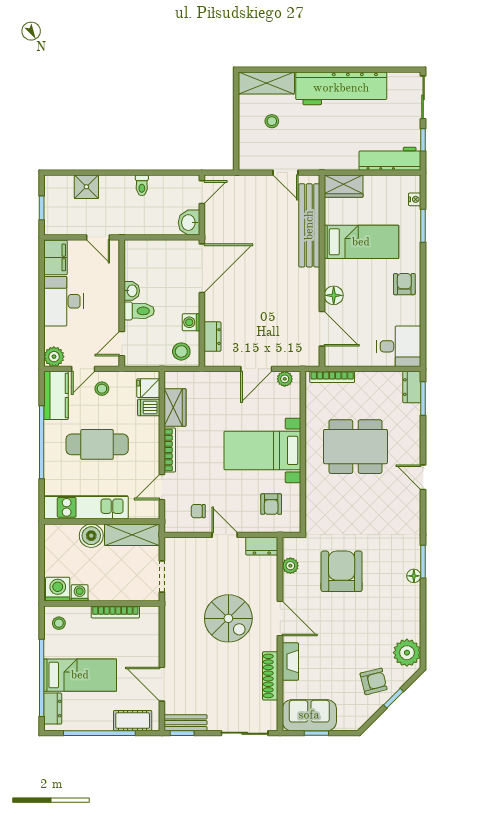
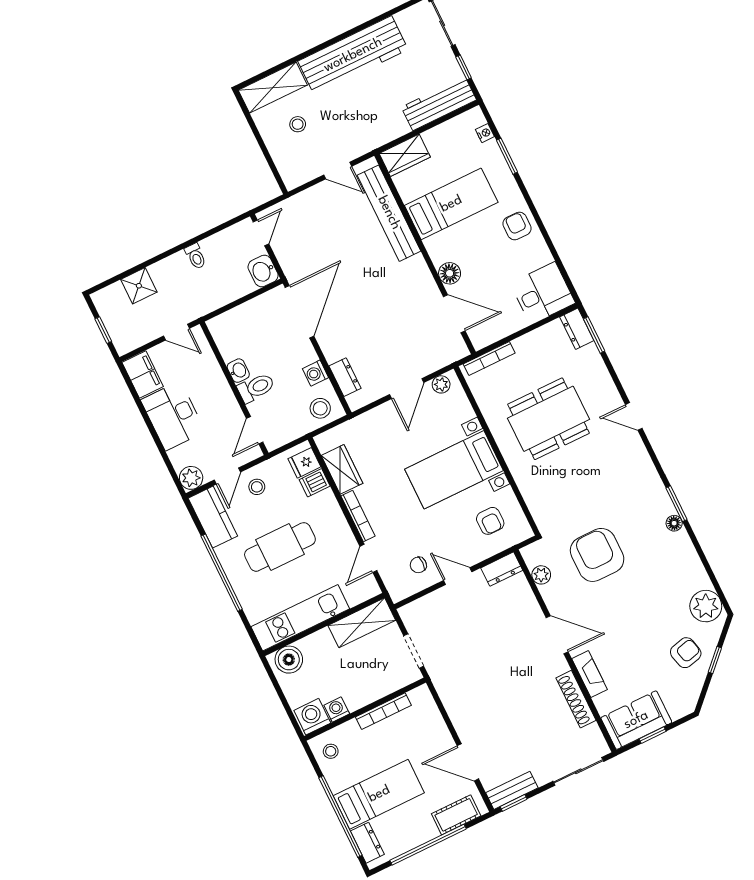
boiler: (91, 536) -> (289, 660), moved
spiral stairs: (228, 618) -> (504, 661), removed

